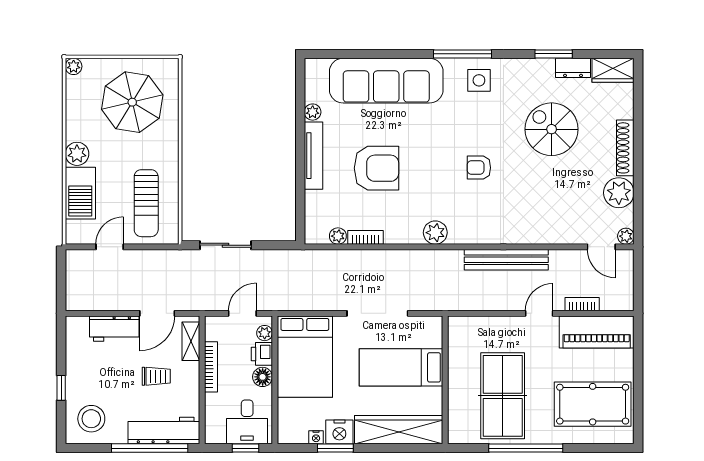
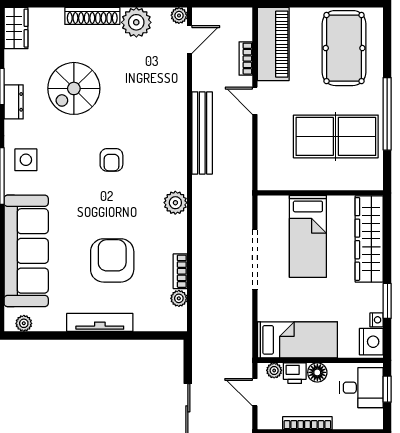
dresser: (573, 68) -> (14, 102), moved
plant: (313, 112) -> (24, 323), moved
bed: (305, 357) -> (297, 340), width x0.67
nightstand: (339, 432) -> (371, 342), moved

